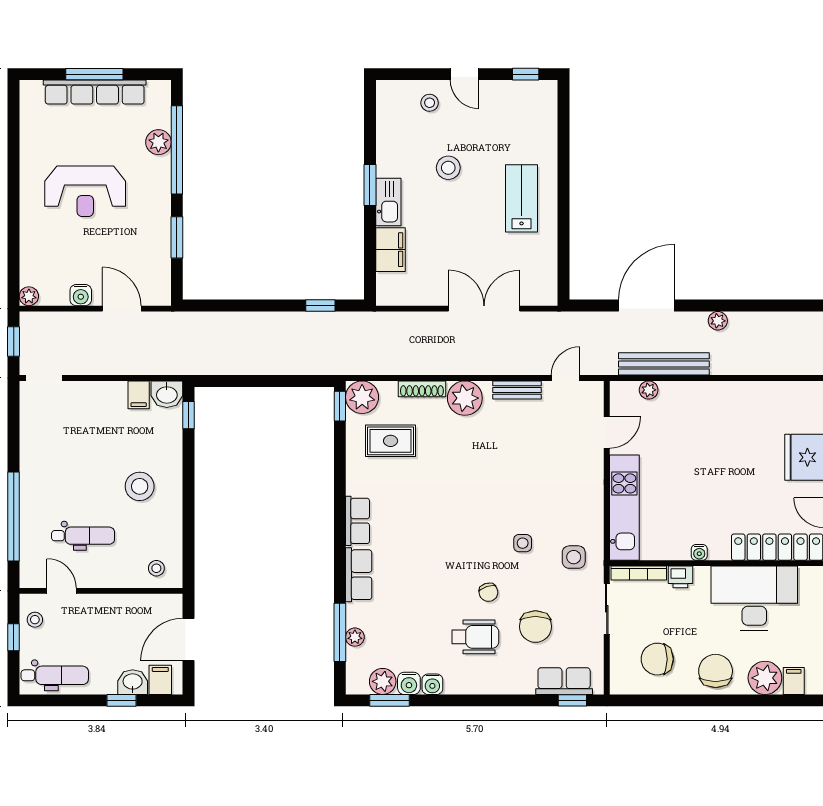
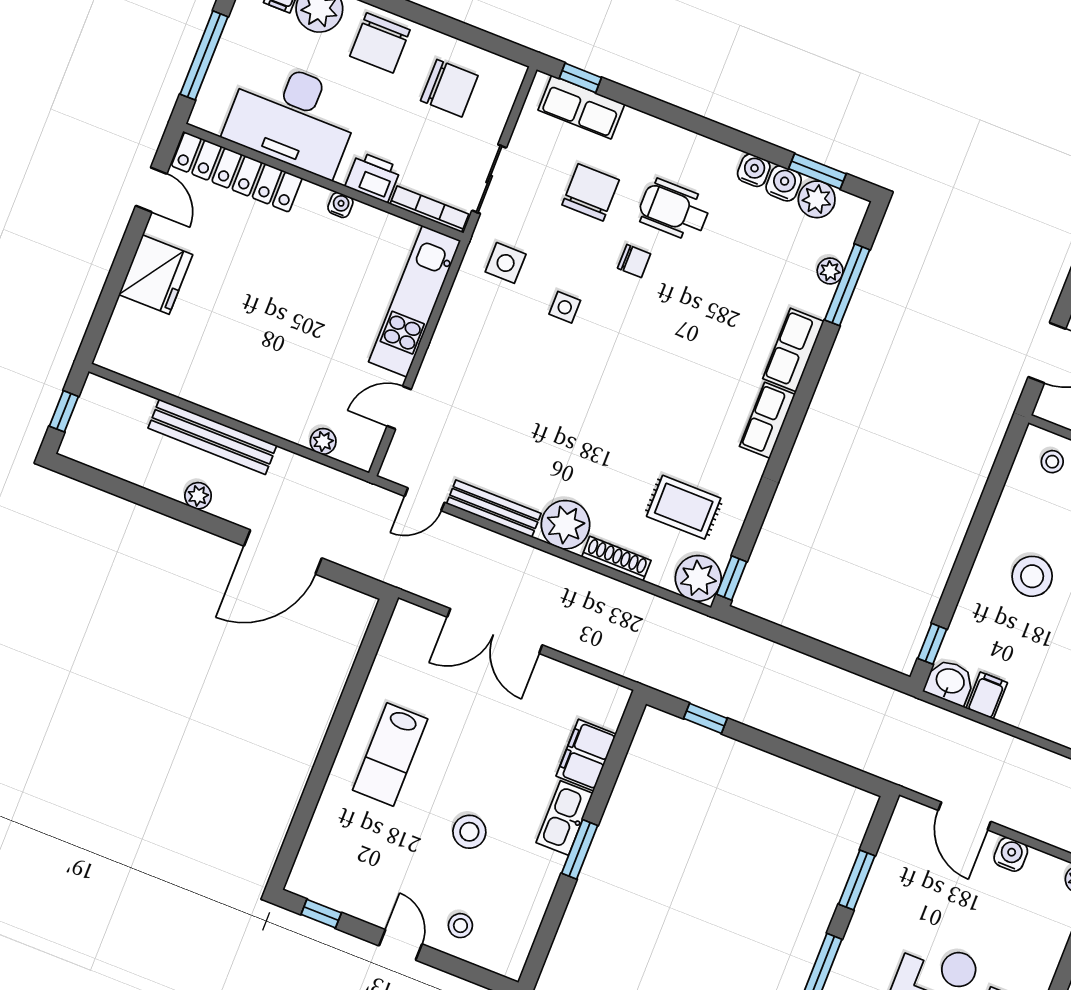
bench: (664, 364) -> (212, 437), moved
bench: (517, 390) -> (494, 509), width x1.36
printer: (680, 577) -> (373, 177), width x1.36, depth x1.24
chair: (488, 592) -> (634, 261), turned 107

